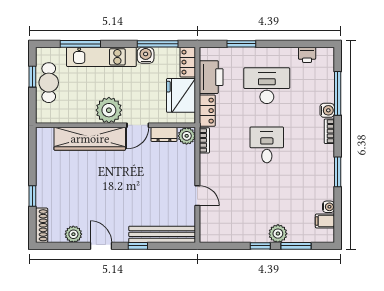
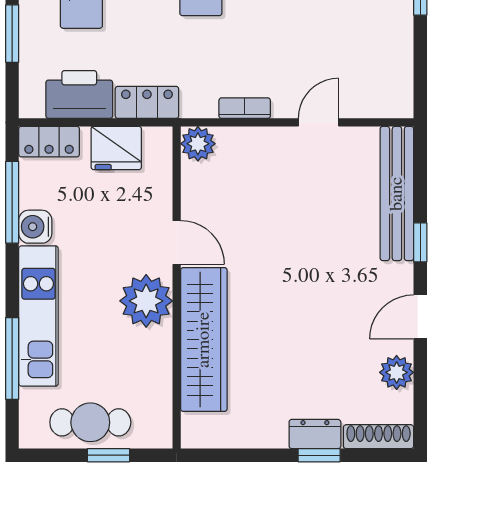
window: (32, 77) -> (108, 455), moved
fridge: (181, 95) -> (116, 148), width x0.73, depth x0.75
dresser: (164, 134) -> (315, 434), moved, turned -90
bookcase: (204, 140) -> (245, 108), moved

